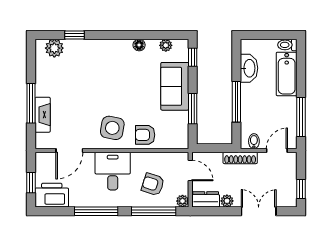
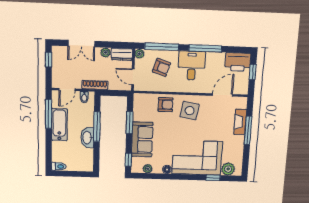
corner sofa: (98, 63) -> (197, 158), added
washbasin: (249, 68) -> (87, 138), moved
bathtub: (287, 74) -> (59, 125), moved
desk: (113, 171) -> (192, 65), moved, turned 180

